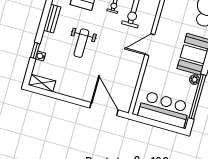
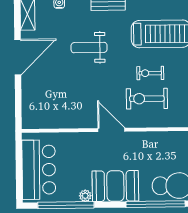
door: (104, 109) -> (18, 57), moved

